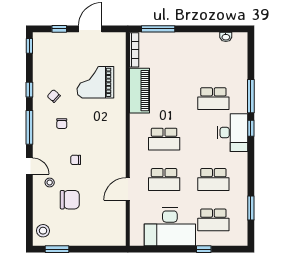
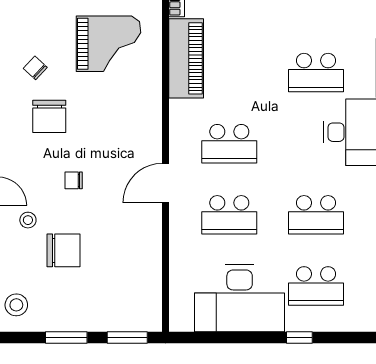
grand piano: (95, 82) -> (108, 44), turned 180
chair: (62, 124) -> (49, 116), width x1.87, depth x1.87
door: (128, 189) -> (166, 183), moved
window: (57, 249) -> (66, 337), moved
window: (106, 249) -> (127, 337), added

